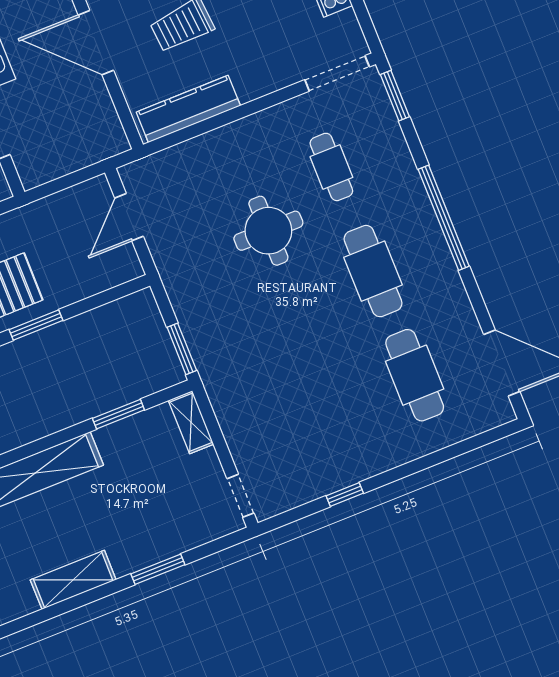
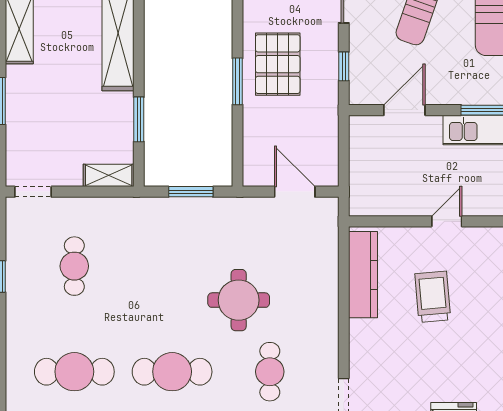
door: (96, 43) -> (447, 221), width x0.53
cafe table: (331, 167) -> (270, 372), turned 90
window: (182, 349) -> (191, 192), moved
cafe table: (302, 420) -> (74, 266), added

